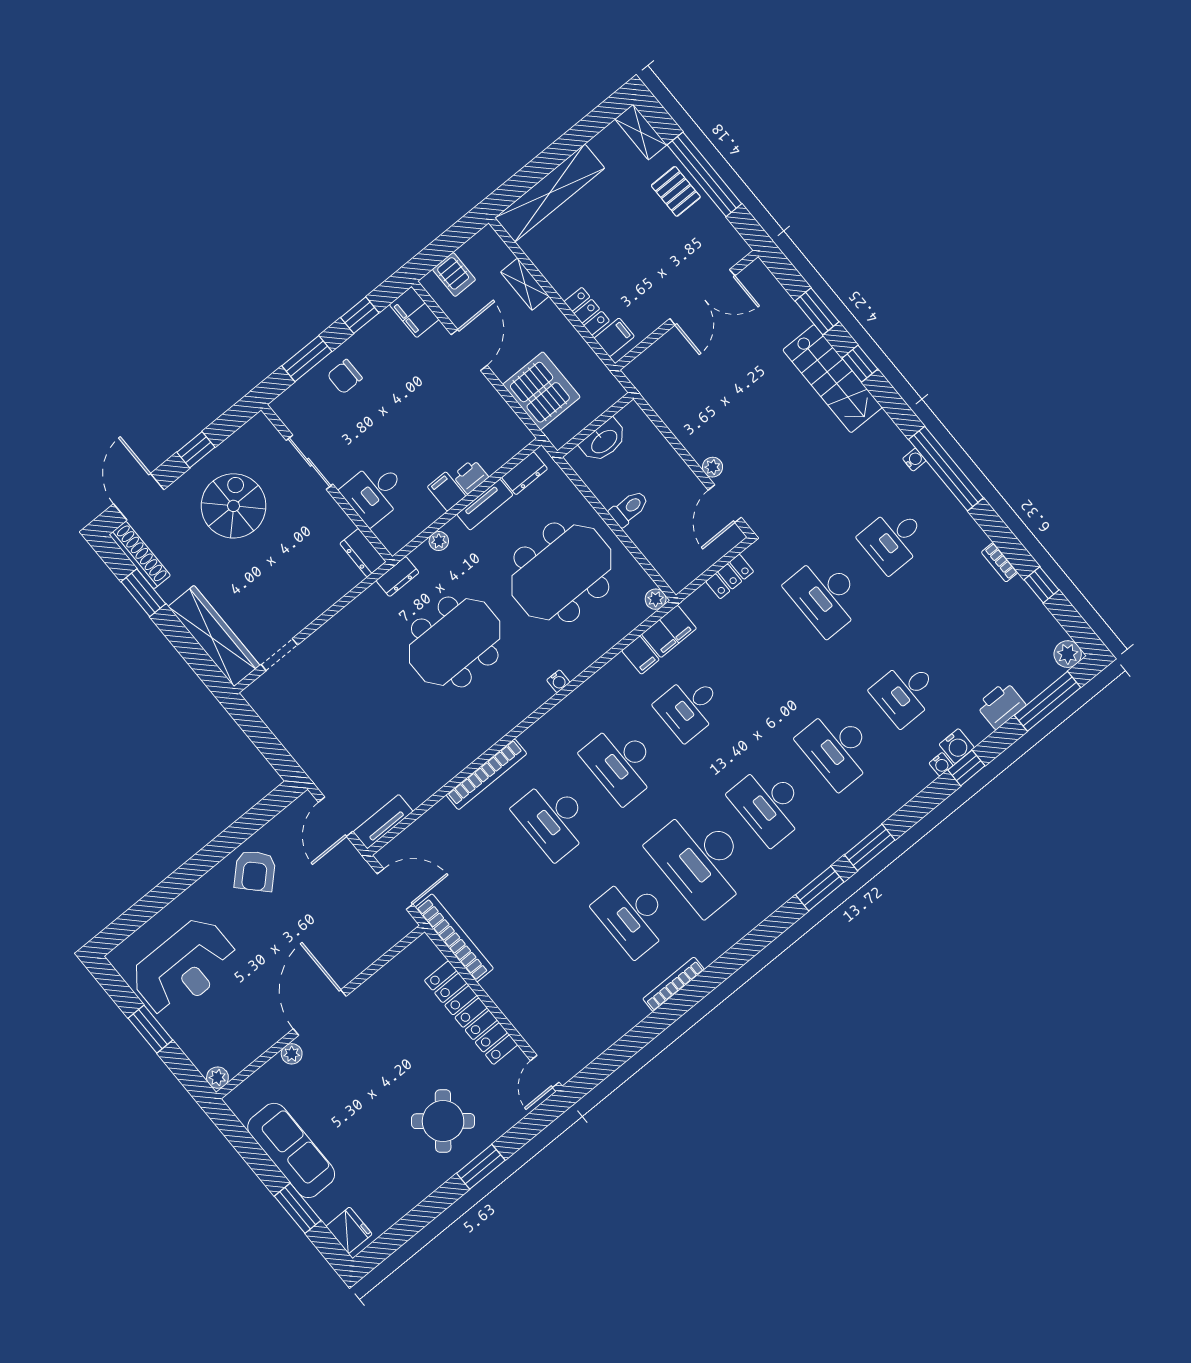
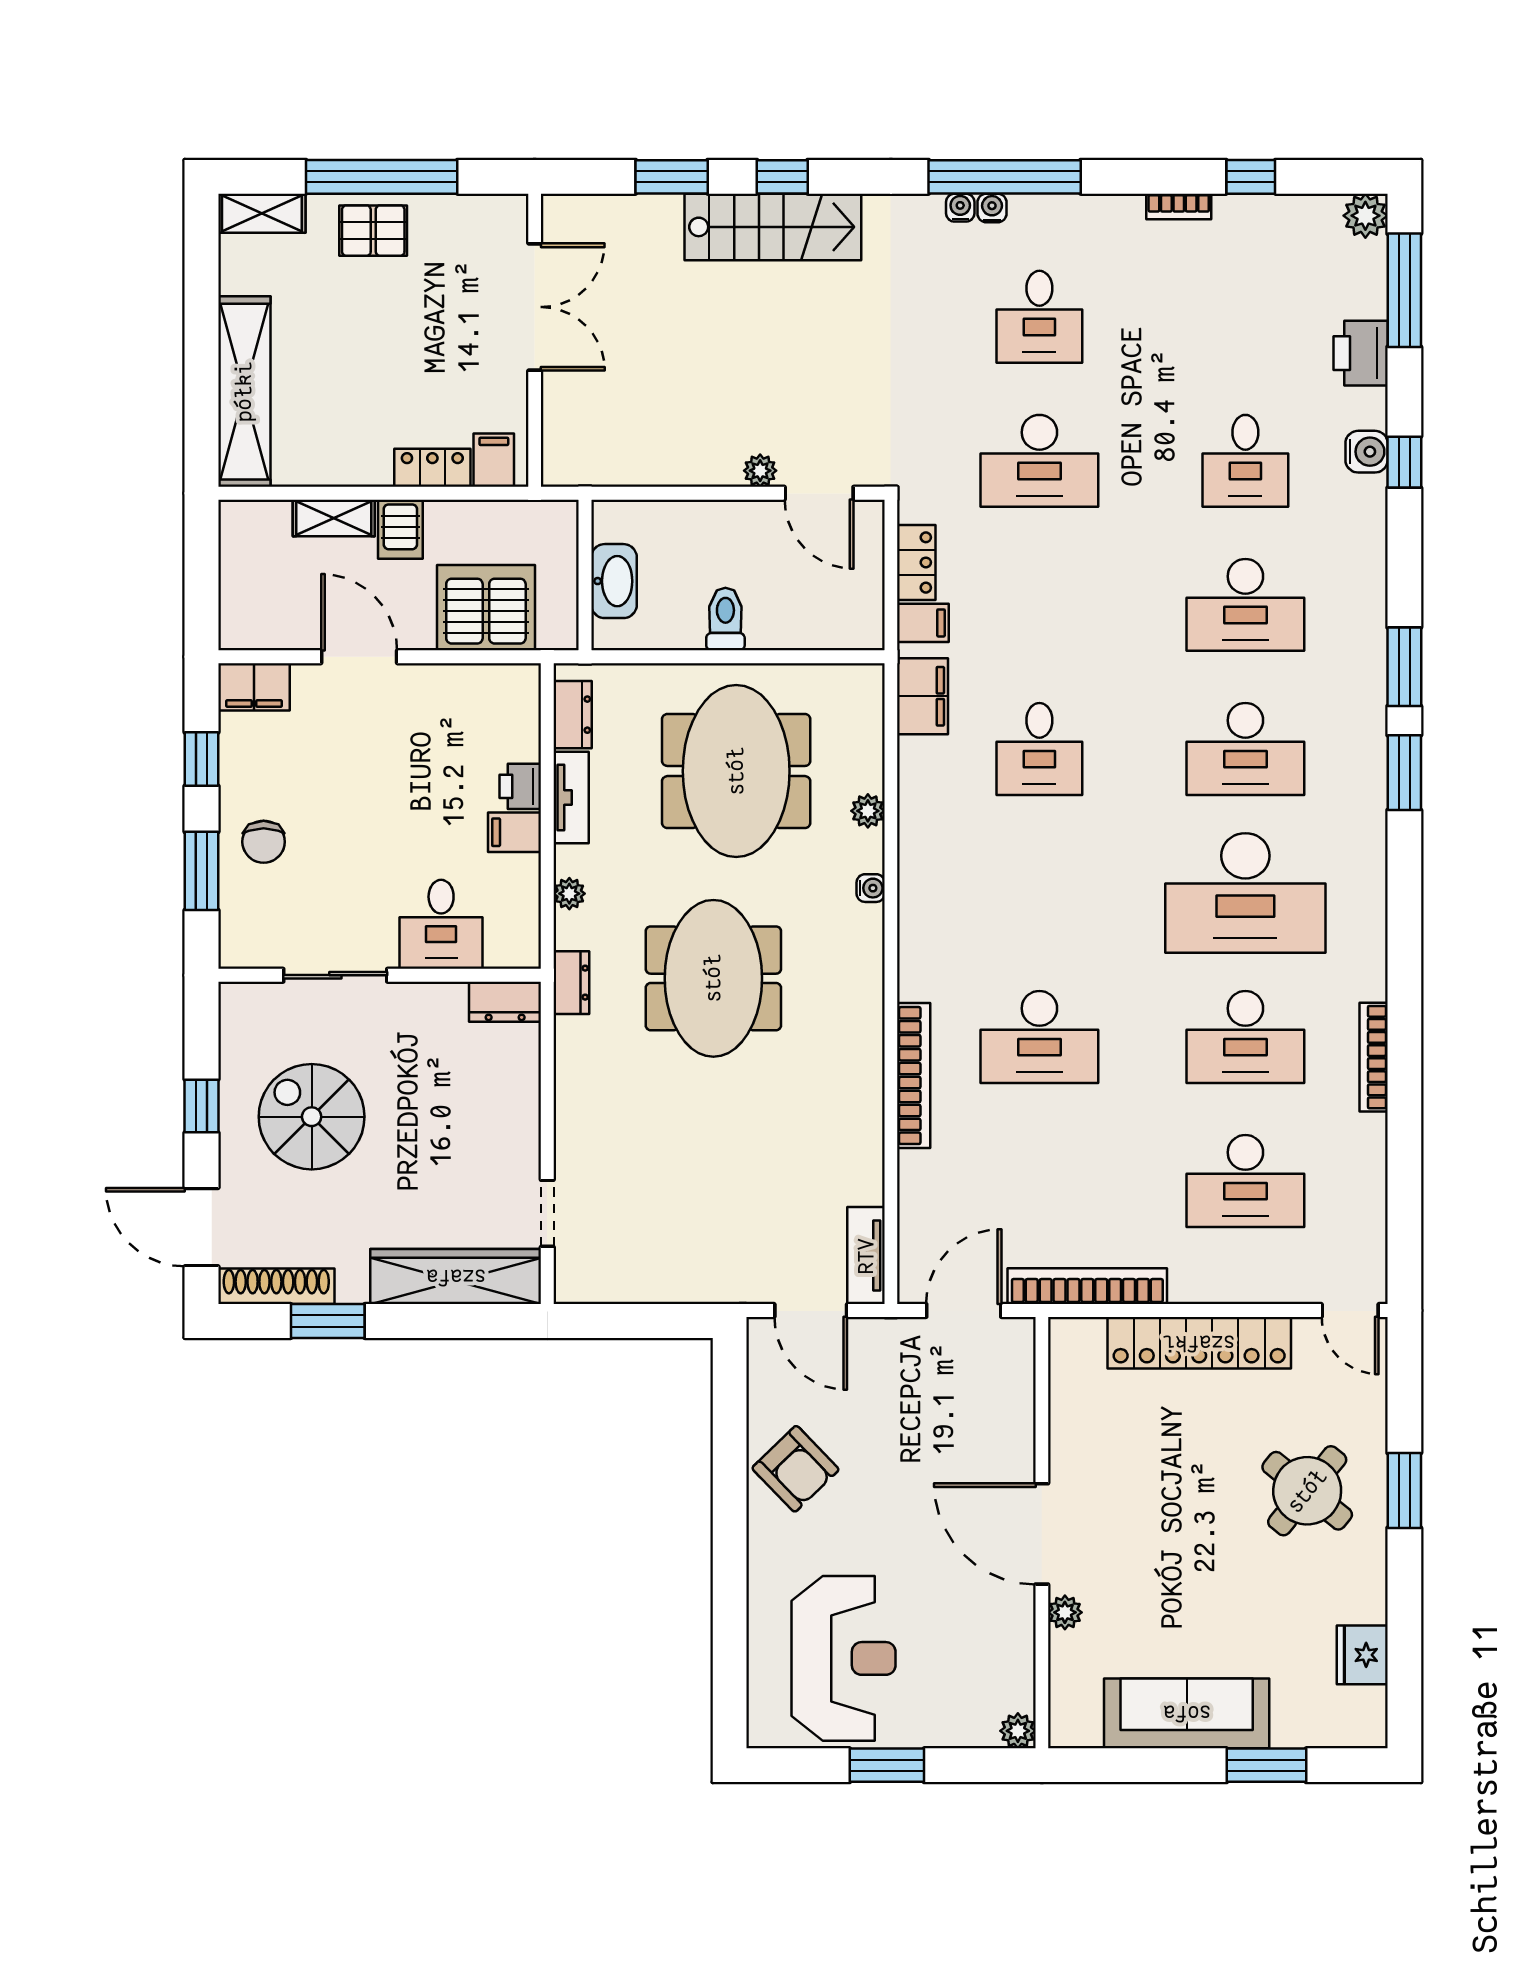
server rack: (454, 274) -> (400, 529), moved, turned 90
plant: (656, 599) -> (868, 811), moved
filing cabinet: (640, 655) -> (923, 623), moved
desk: (621, 763) -> (1245, 1181), moved
water cooler: (941, 764) -> (992, 208), moved, turned -90
fridge: (349, 1230) -> (1362, 1655), moved, turned -90

